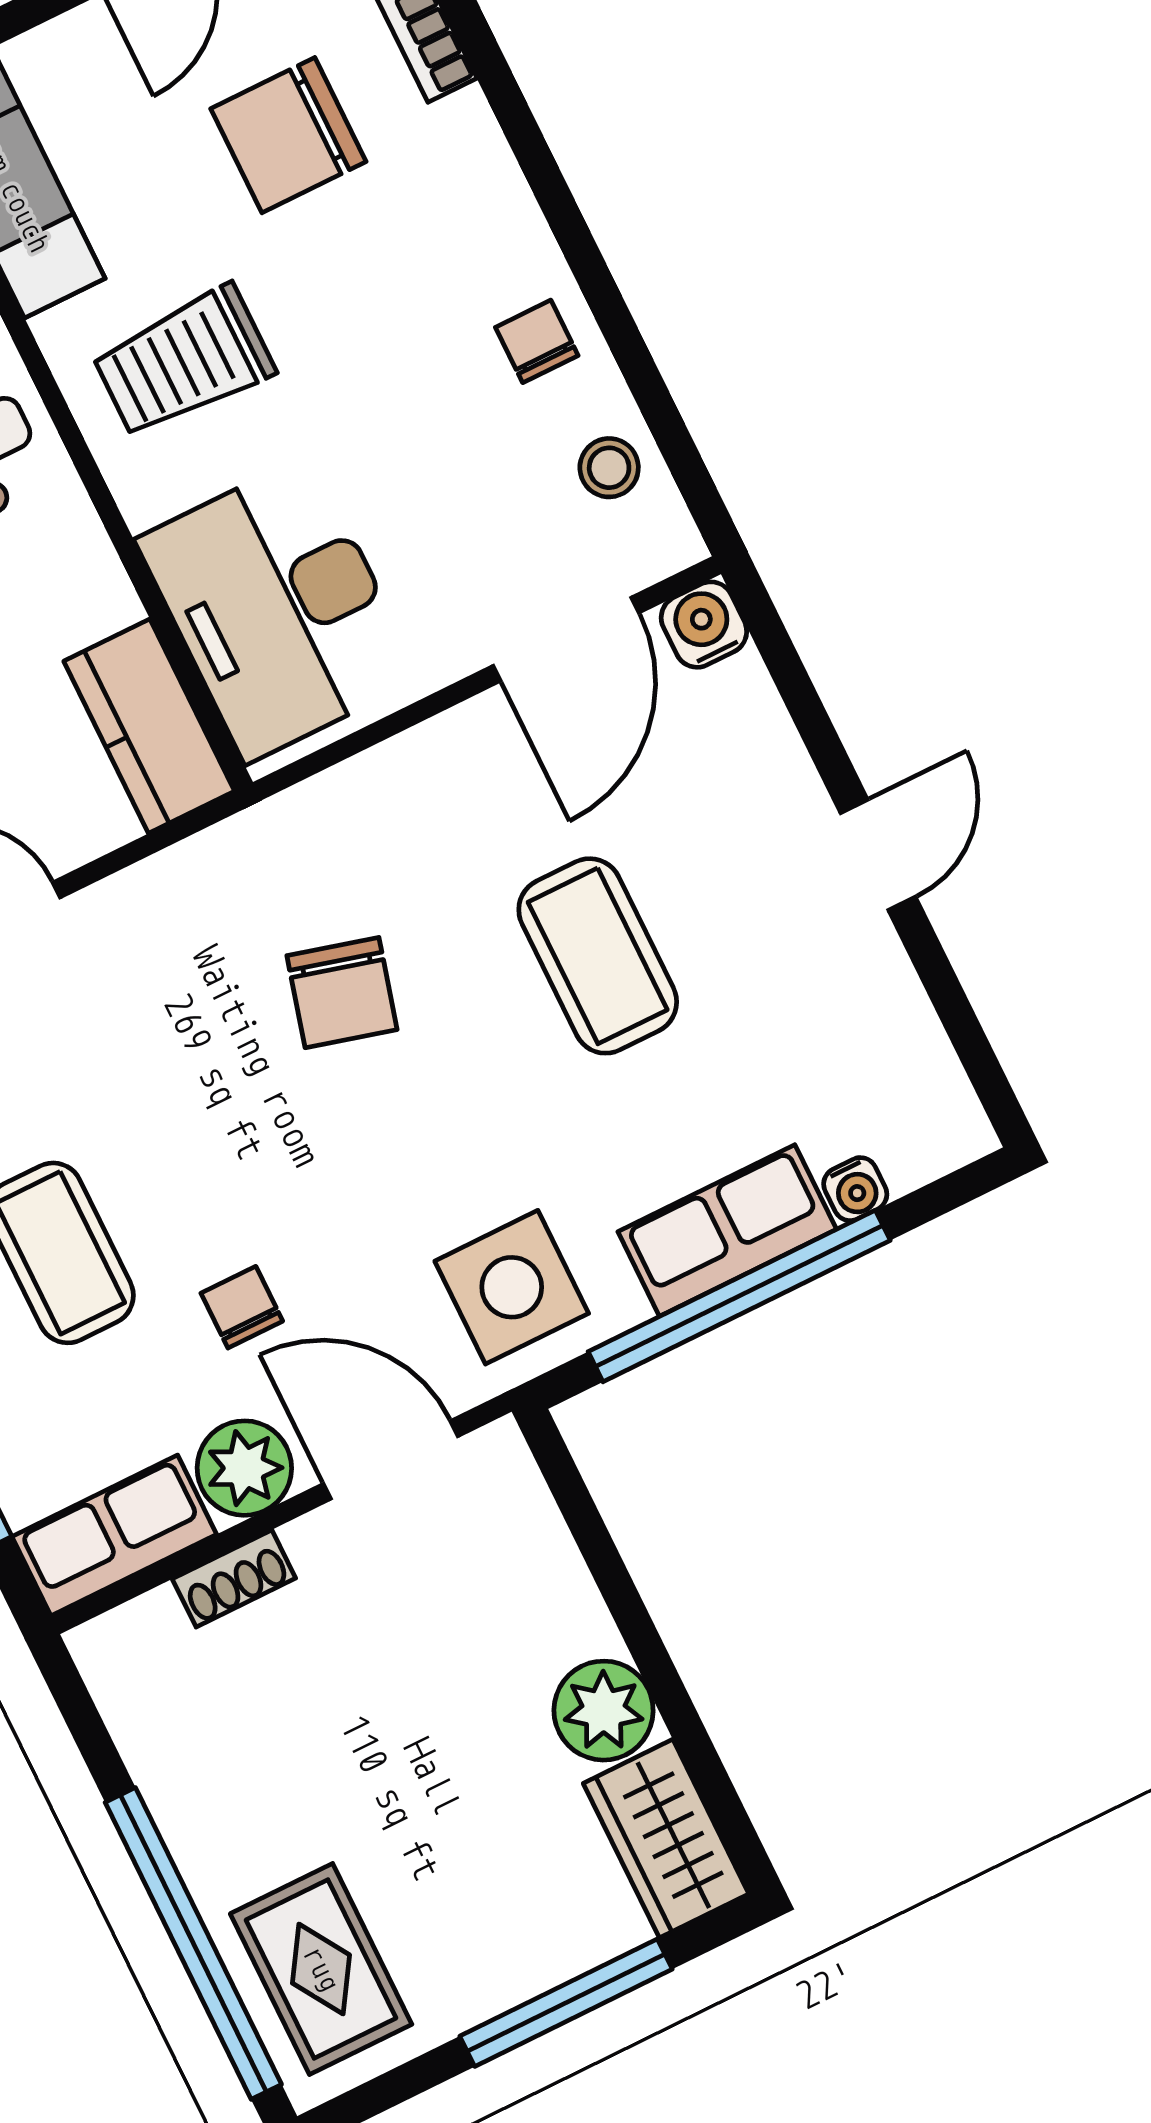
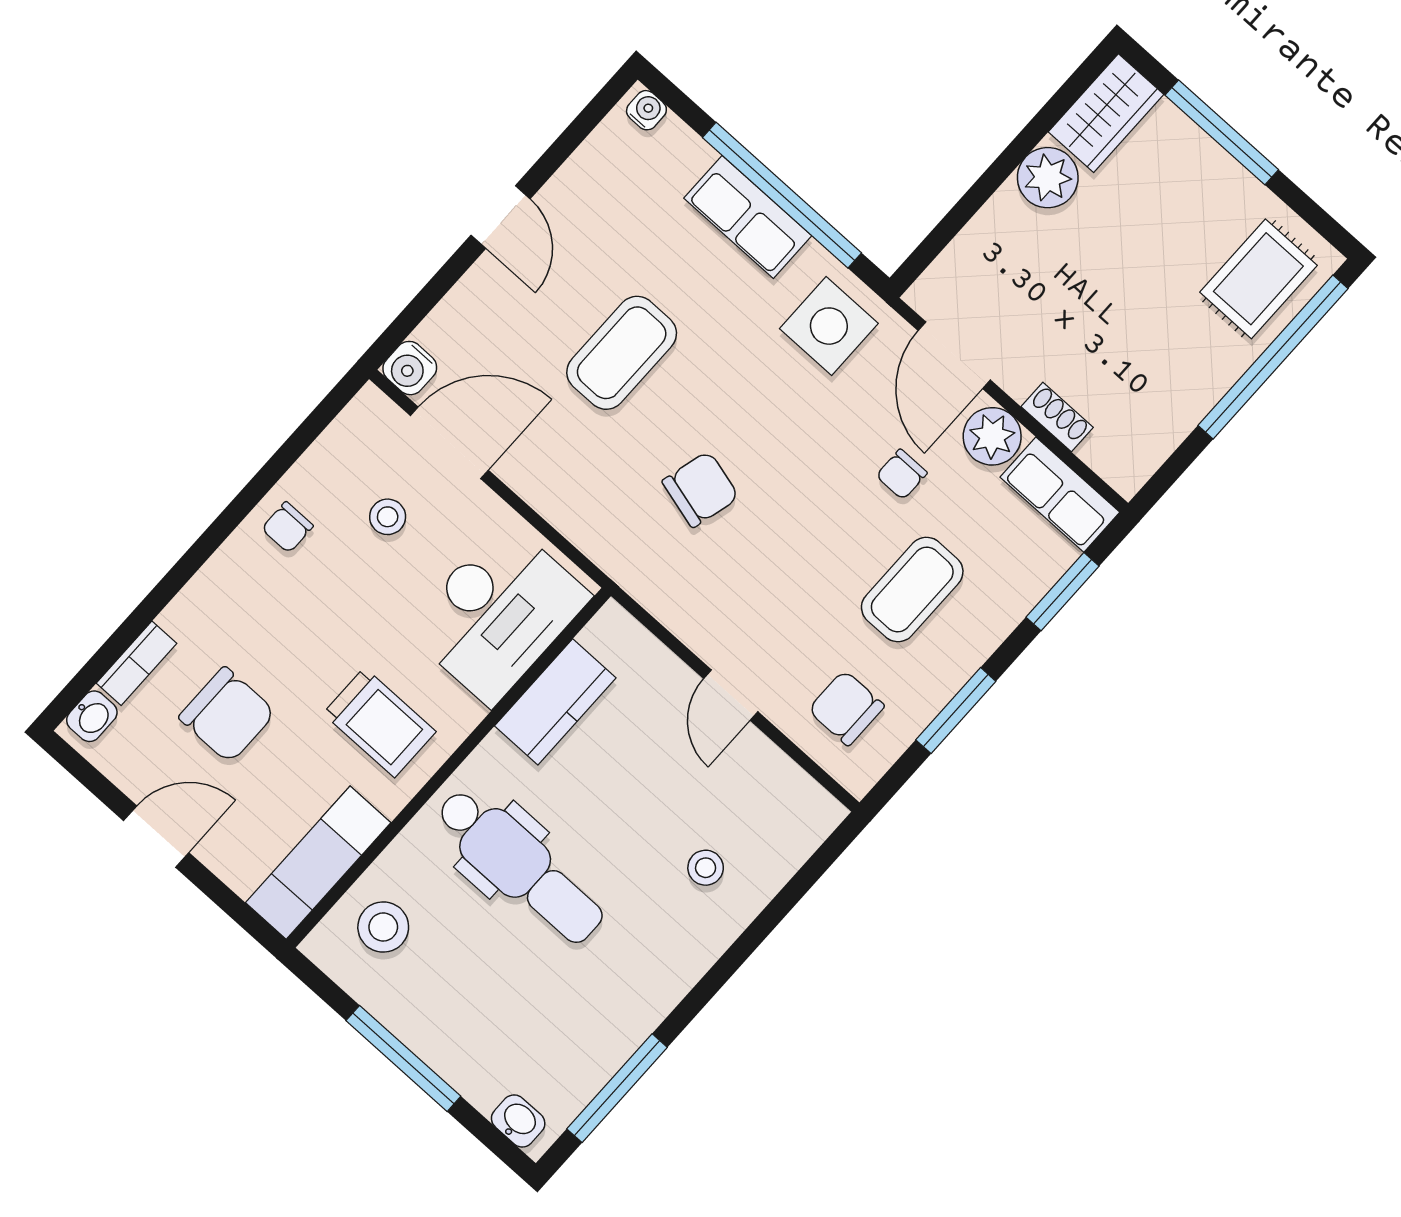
stool: (609, 468) -> (388, 517), moved
kitchen counter: (149, 726) -> (555, 702), moved
door: (878, 855) -> (501, 217), swing flipped
water cooler: (855, 1189) -> (646, 110), moved

